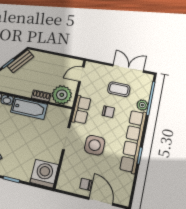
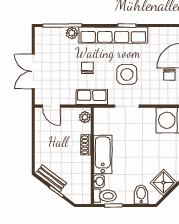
double door: (128, 68) -> (33, 71), moved
coffee table: (119, 89) -> (60, 62), removed
plant: (62, 95) -> (85, 117), width x0.53, depth x0.53

